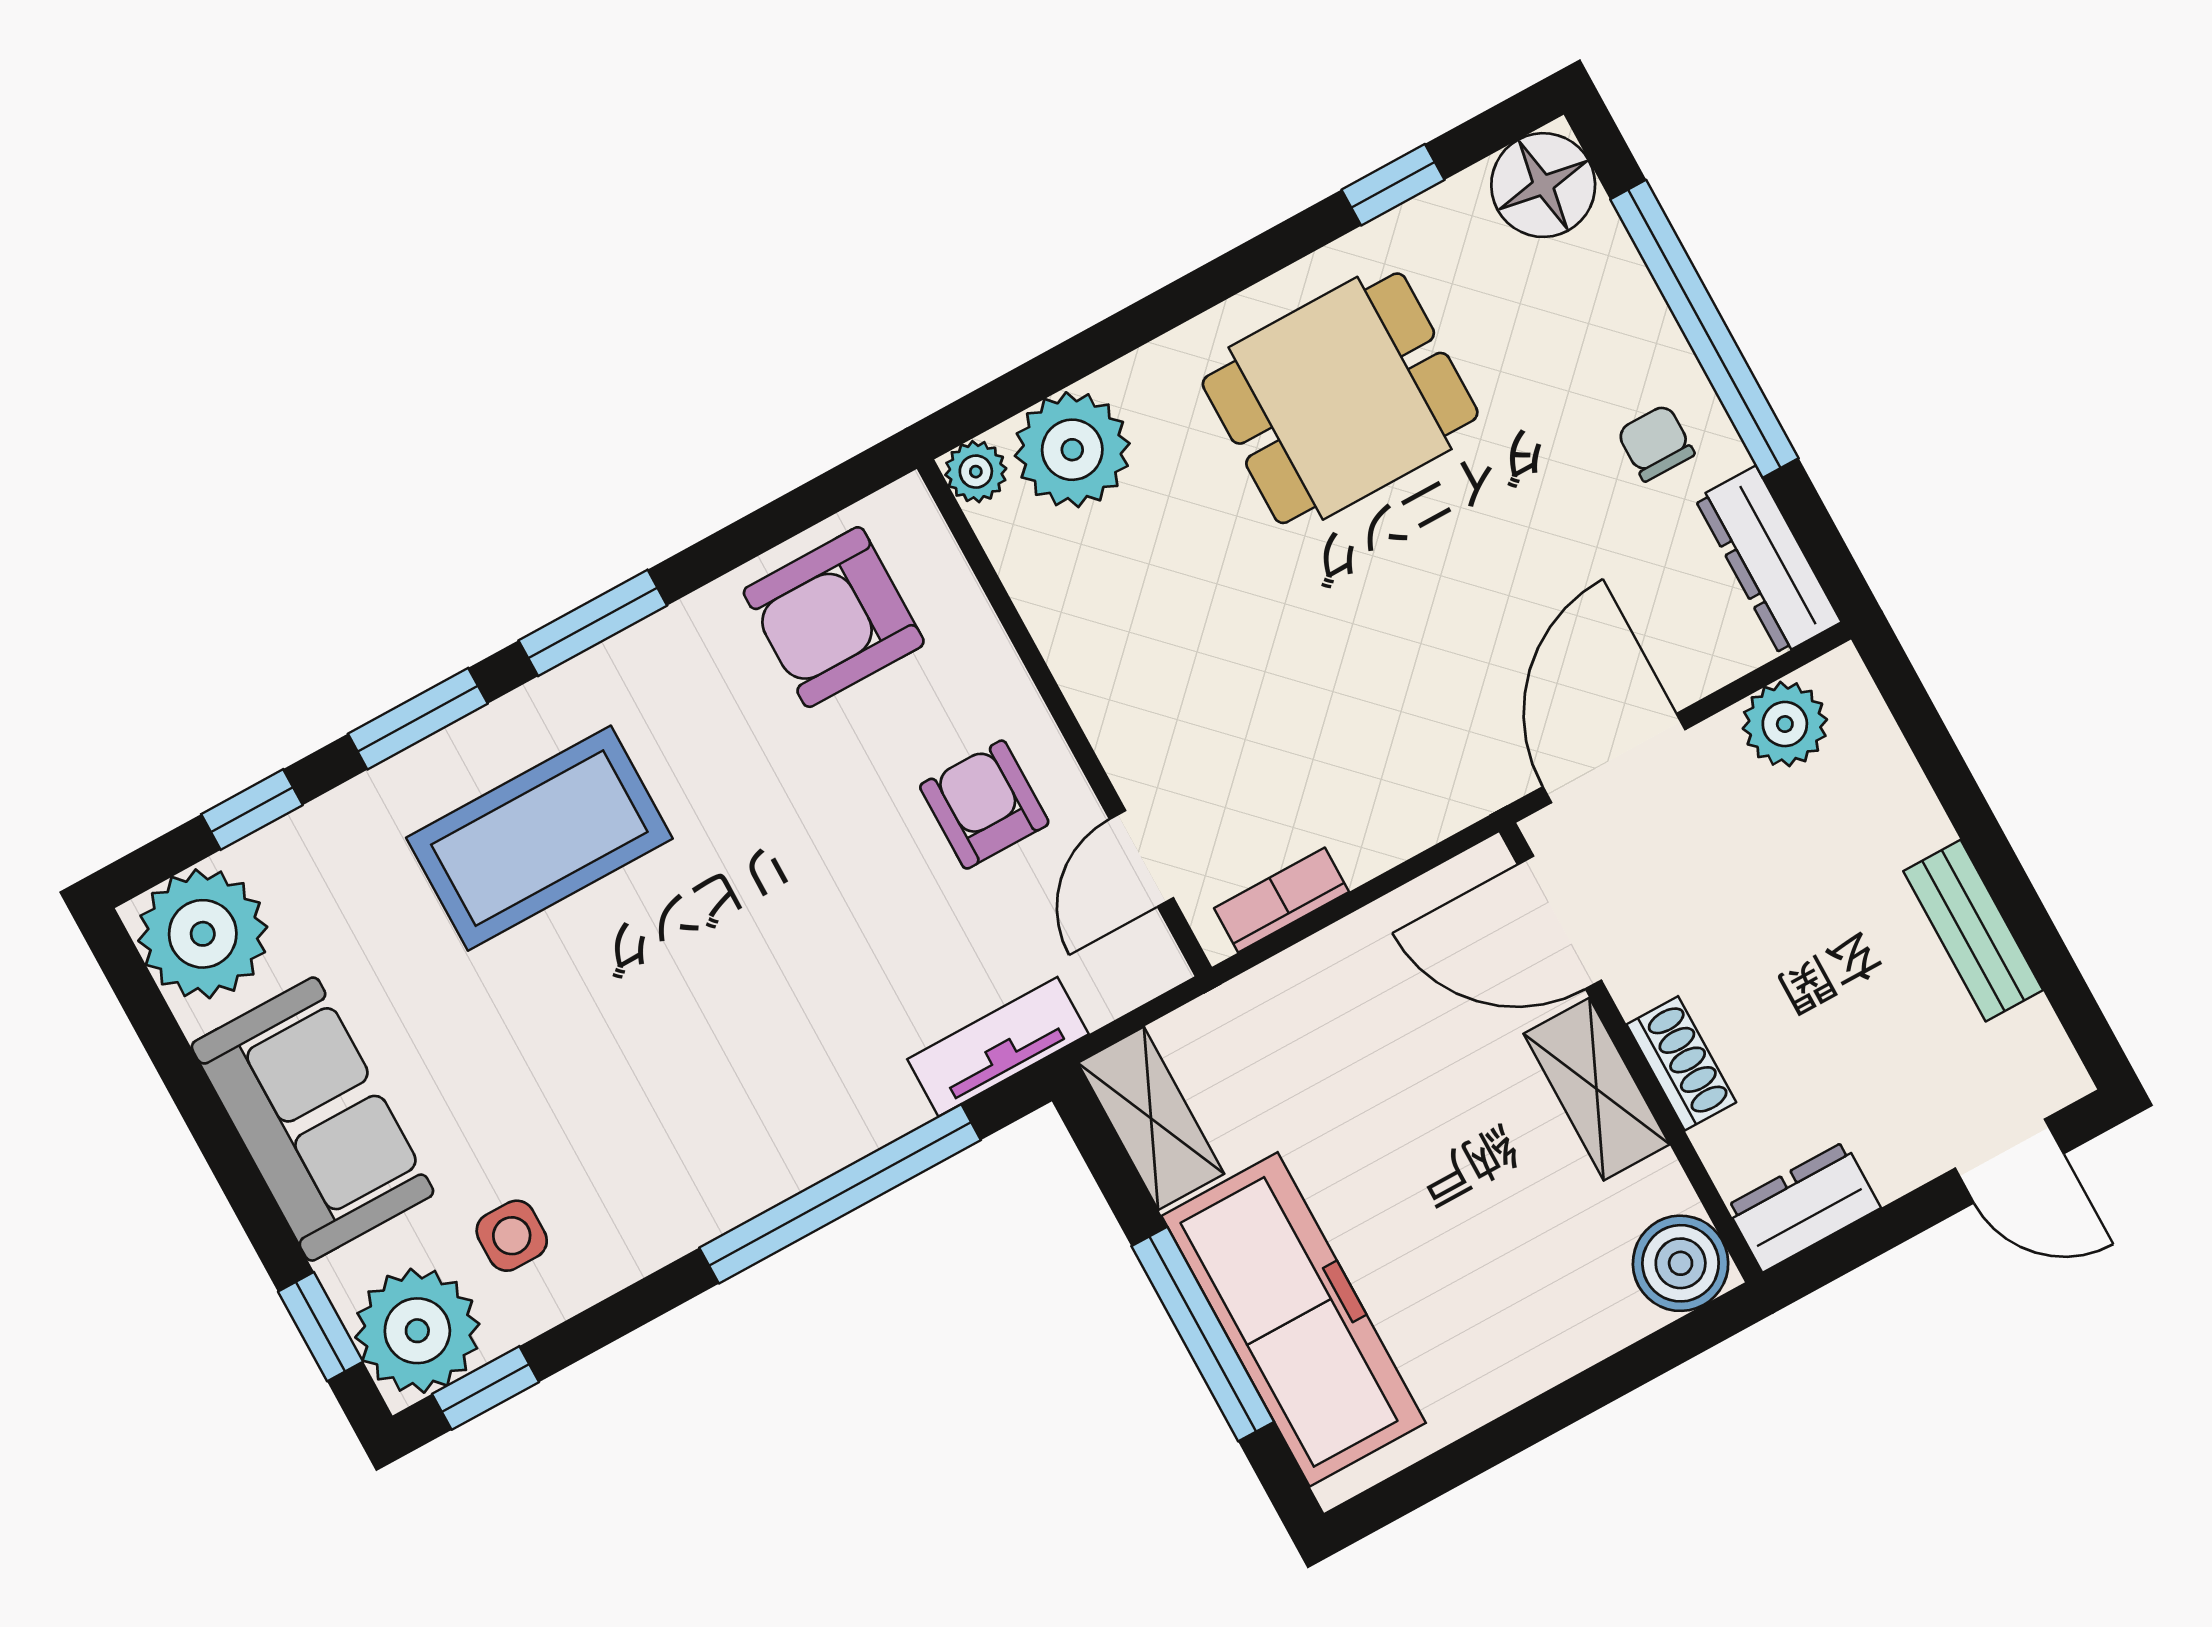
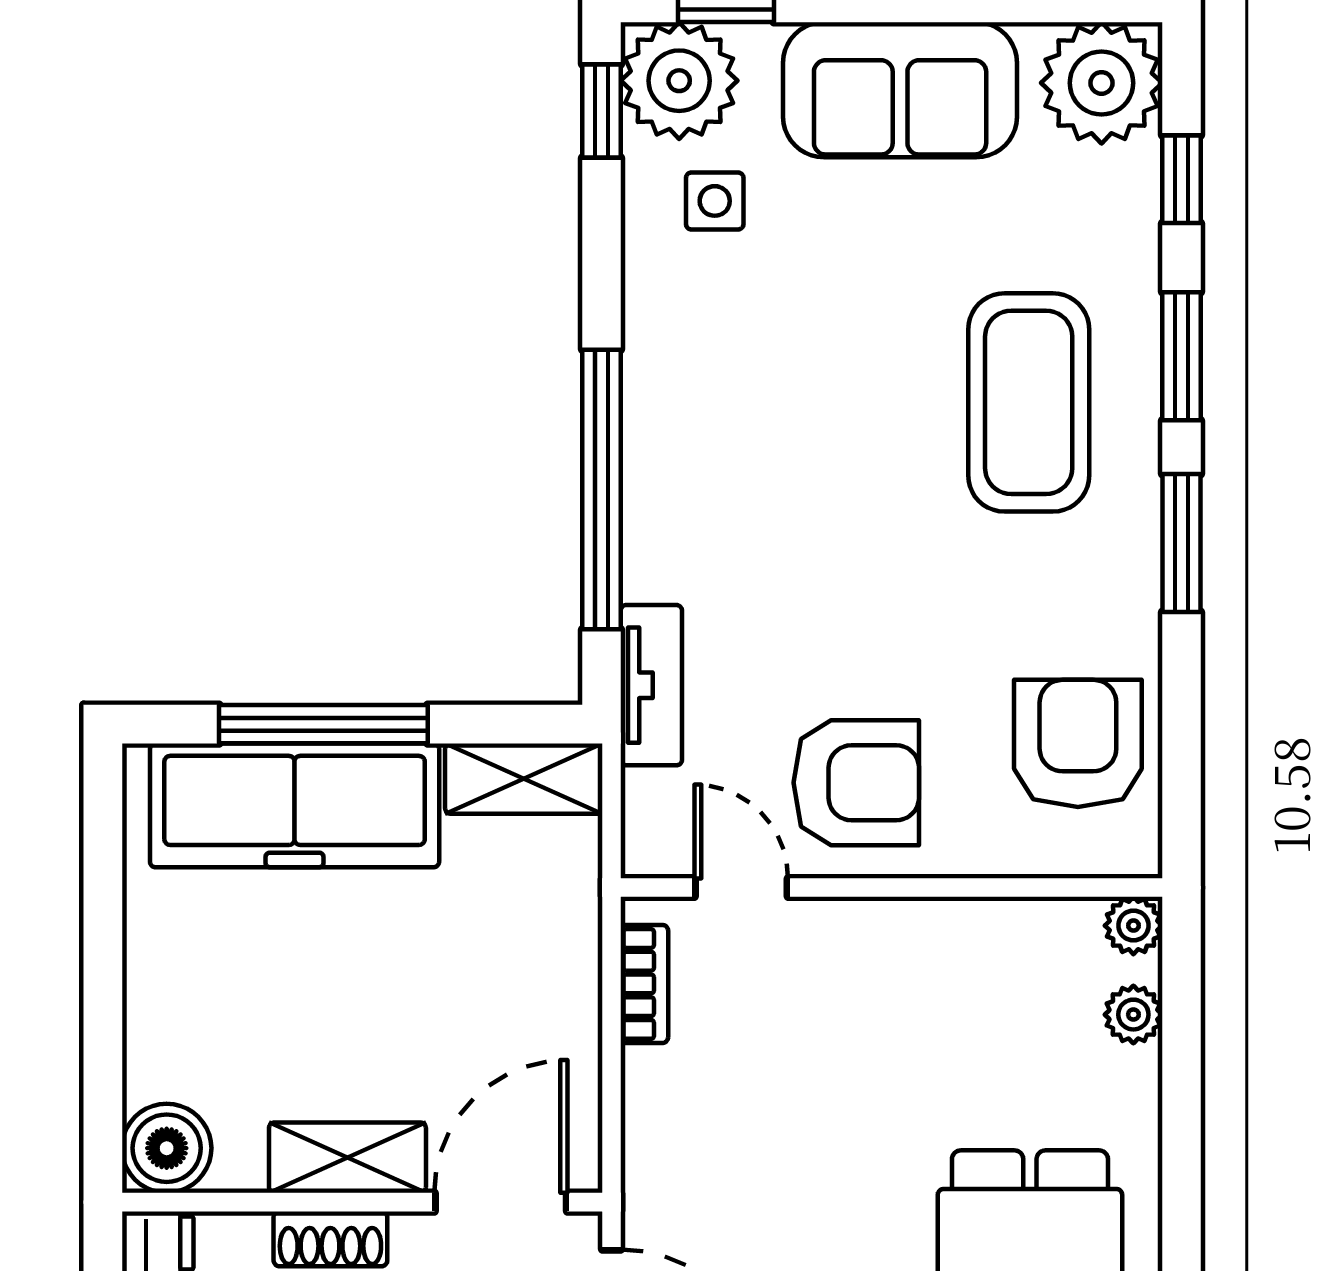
plant: (1072, 450) -> (1133, 1015), width x0.53, depth x0.53
armchair: (984, 805) -> (856, 783), width x1.38, depth x1.38

